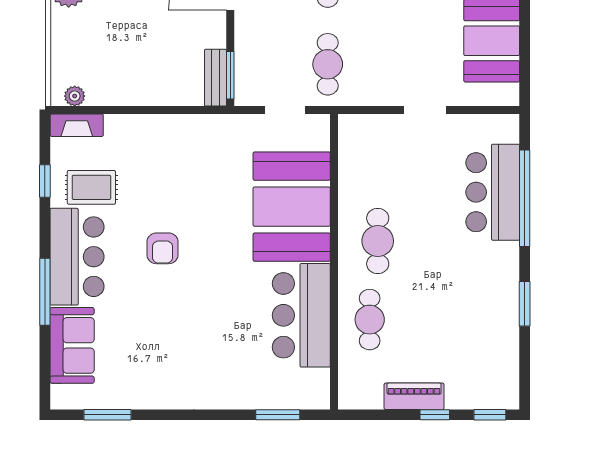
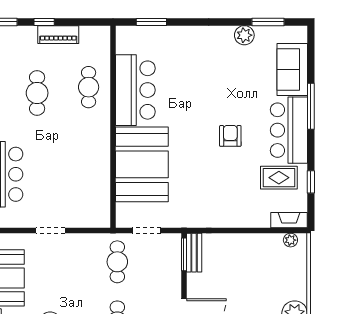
cafe table: (378, 241) -> (37, 93), moved
plant: (142, 395) -> (244, 35), added

